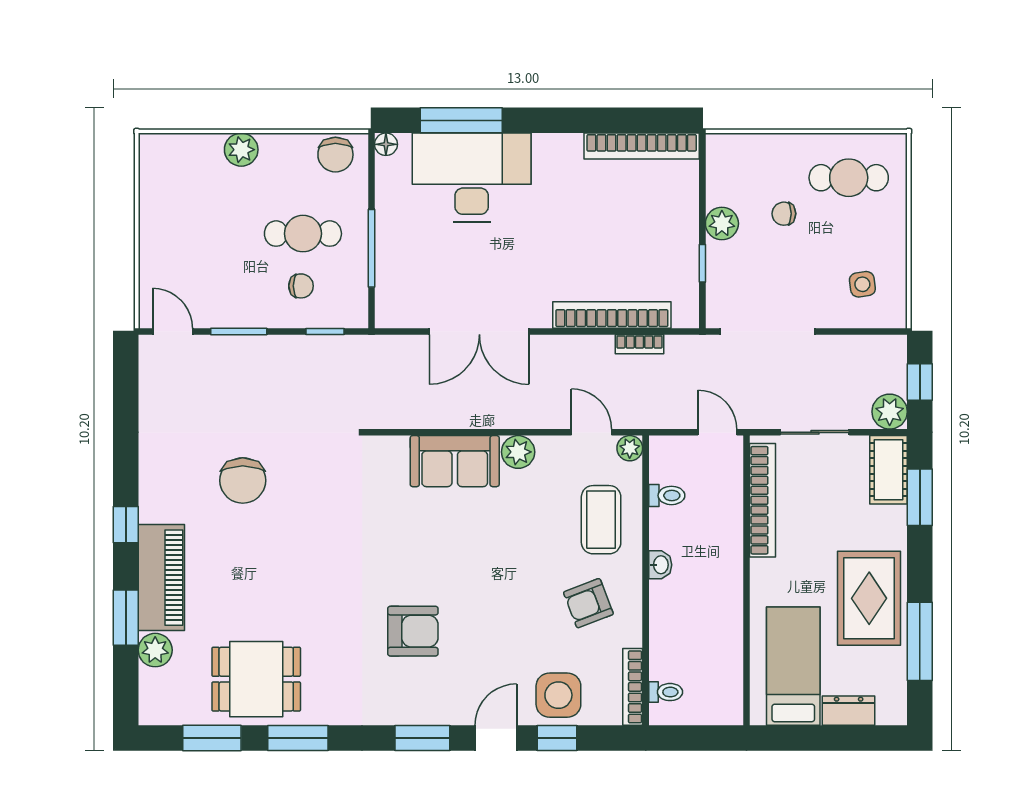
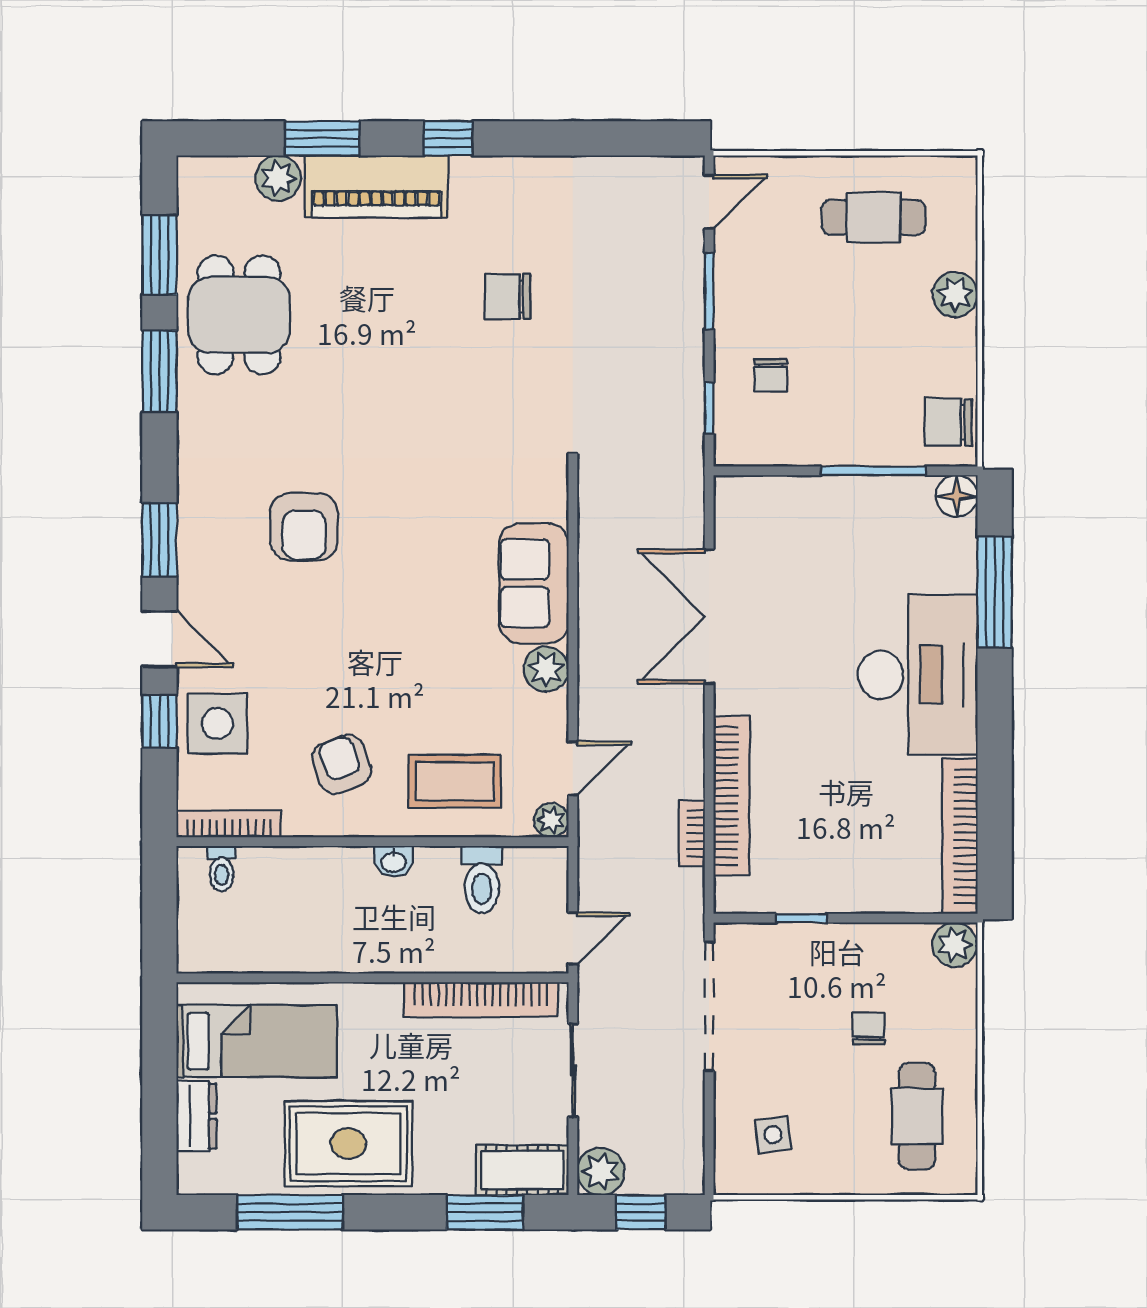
floor lamp: (386, 144) -> (957, 496), width x1.37, depth x1.37
desk: (472, 177) -> (918, 675), moved
plant: (722, 223) -> (955, 945), moved
cafe table: (303, 234) -> (873, 217), moved, turned 90
window: (371, 248) -> (873, 471), moved
chair: (243, 480) -> (508, 297), width x0.73, depth x0.73
toilet: (667, 495) -> (482, 879), width x1.37, depth x1.39

